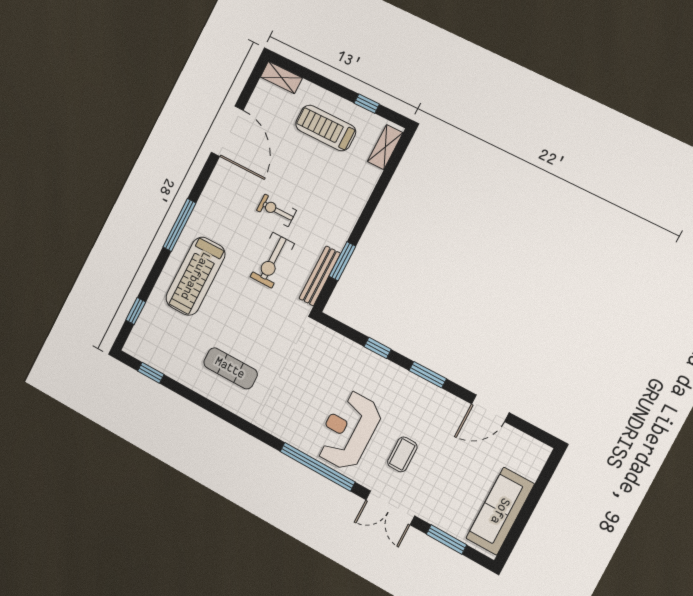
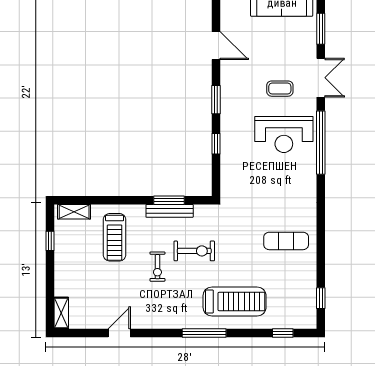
treadmill: (326, 128) -> (115, 237), moved
door: (227, 131) -> (119, 333), width x0.53
bench: (320, 276) -> (170, 211), moved
exercise mat: (230, 368) -> (286, 241), turned 90

